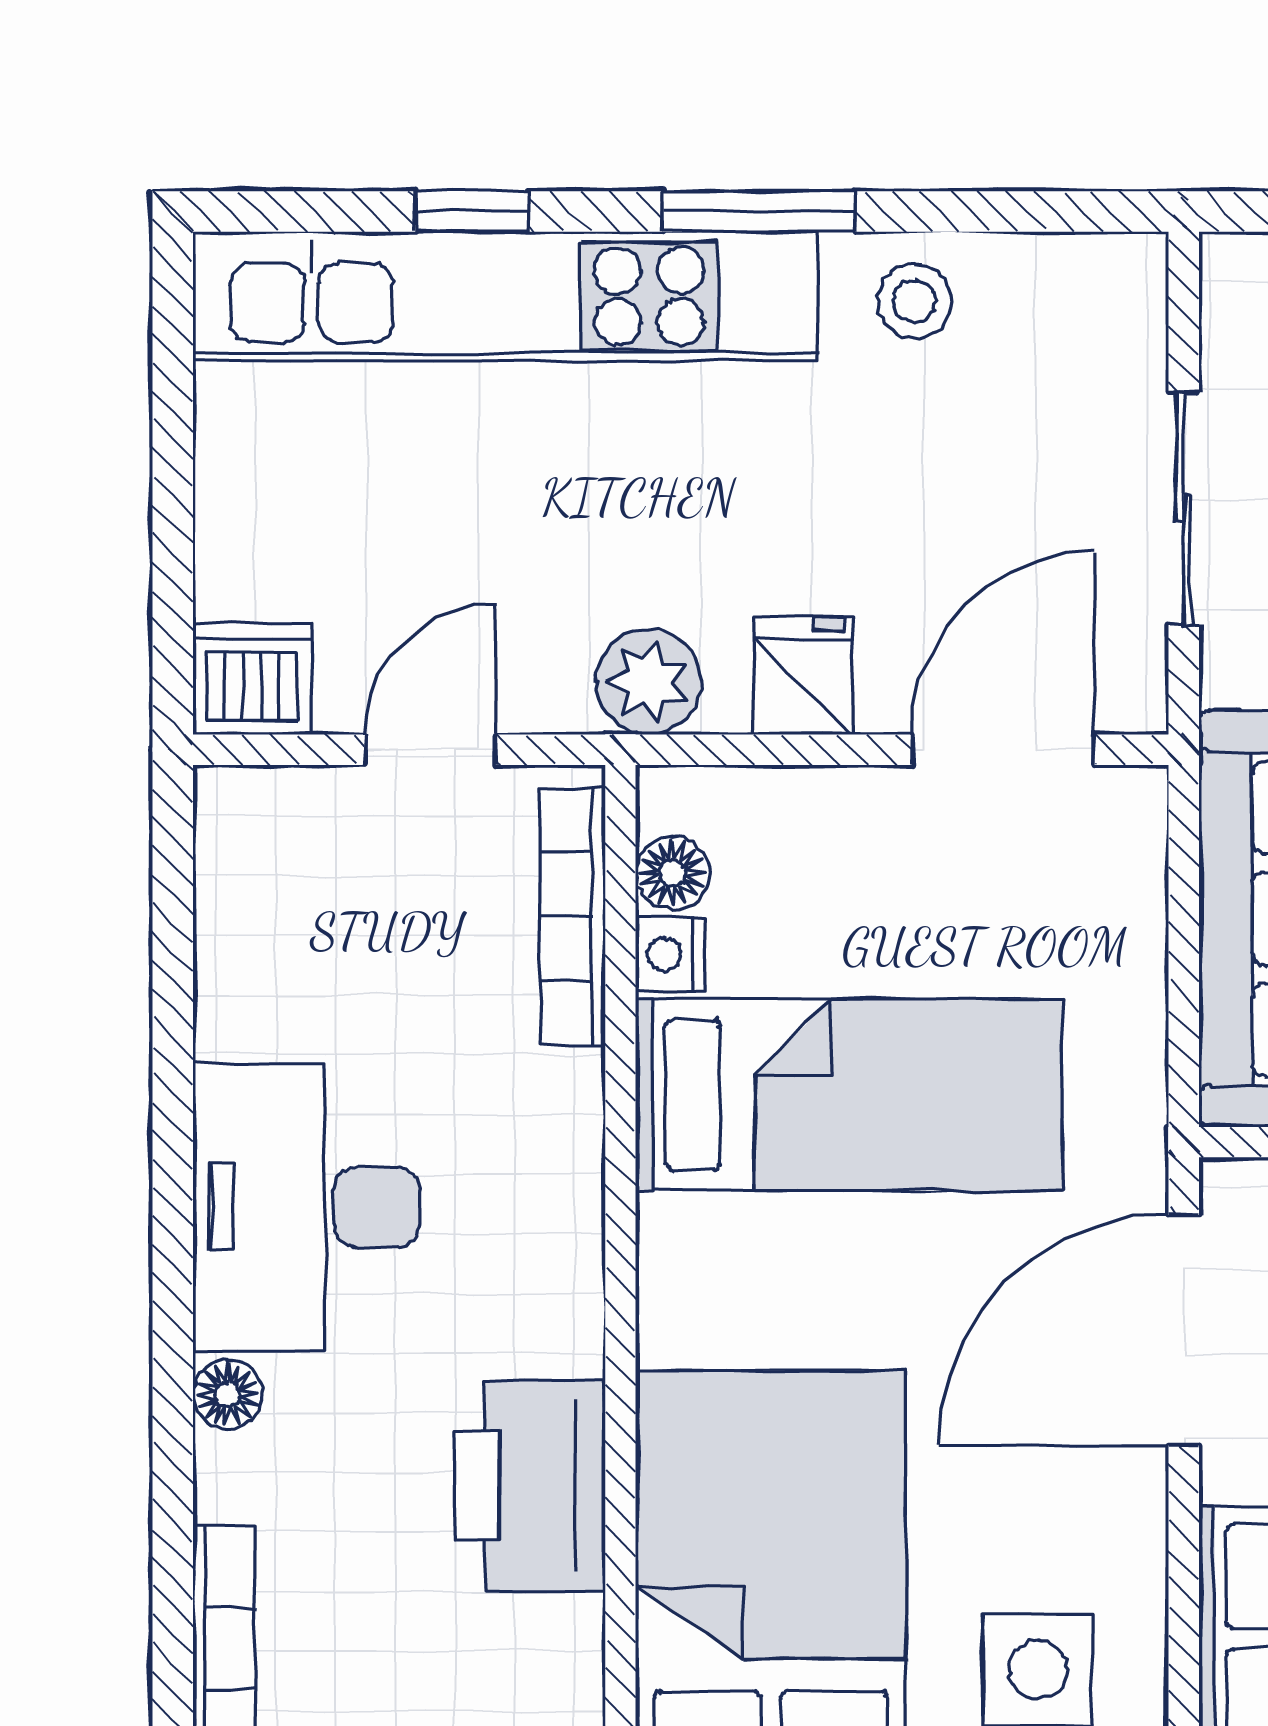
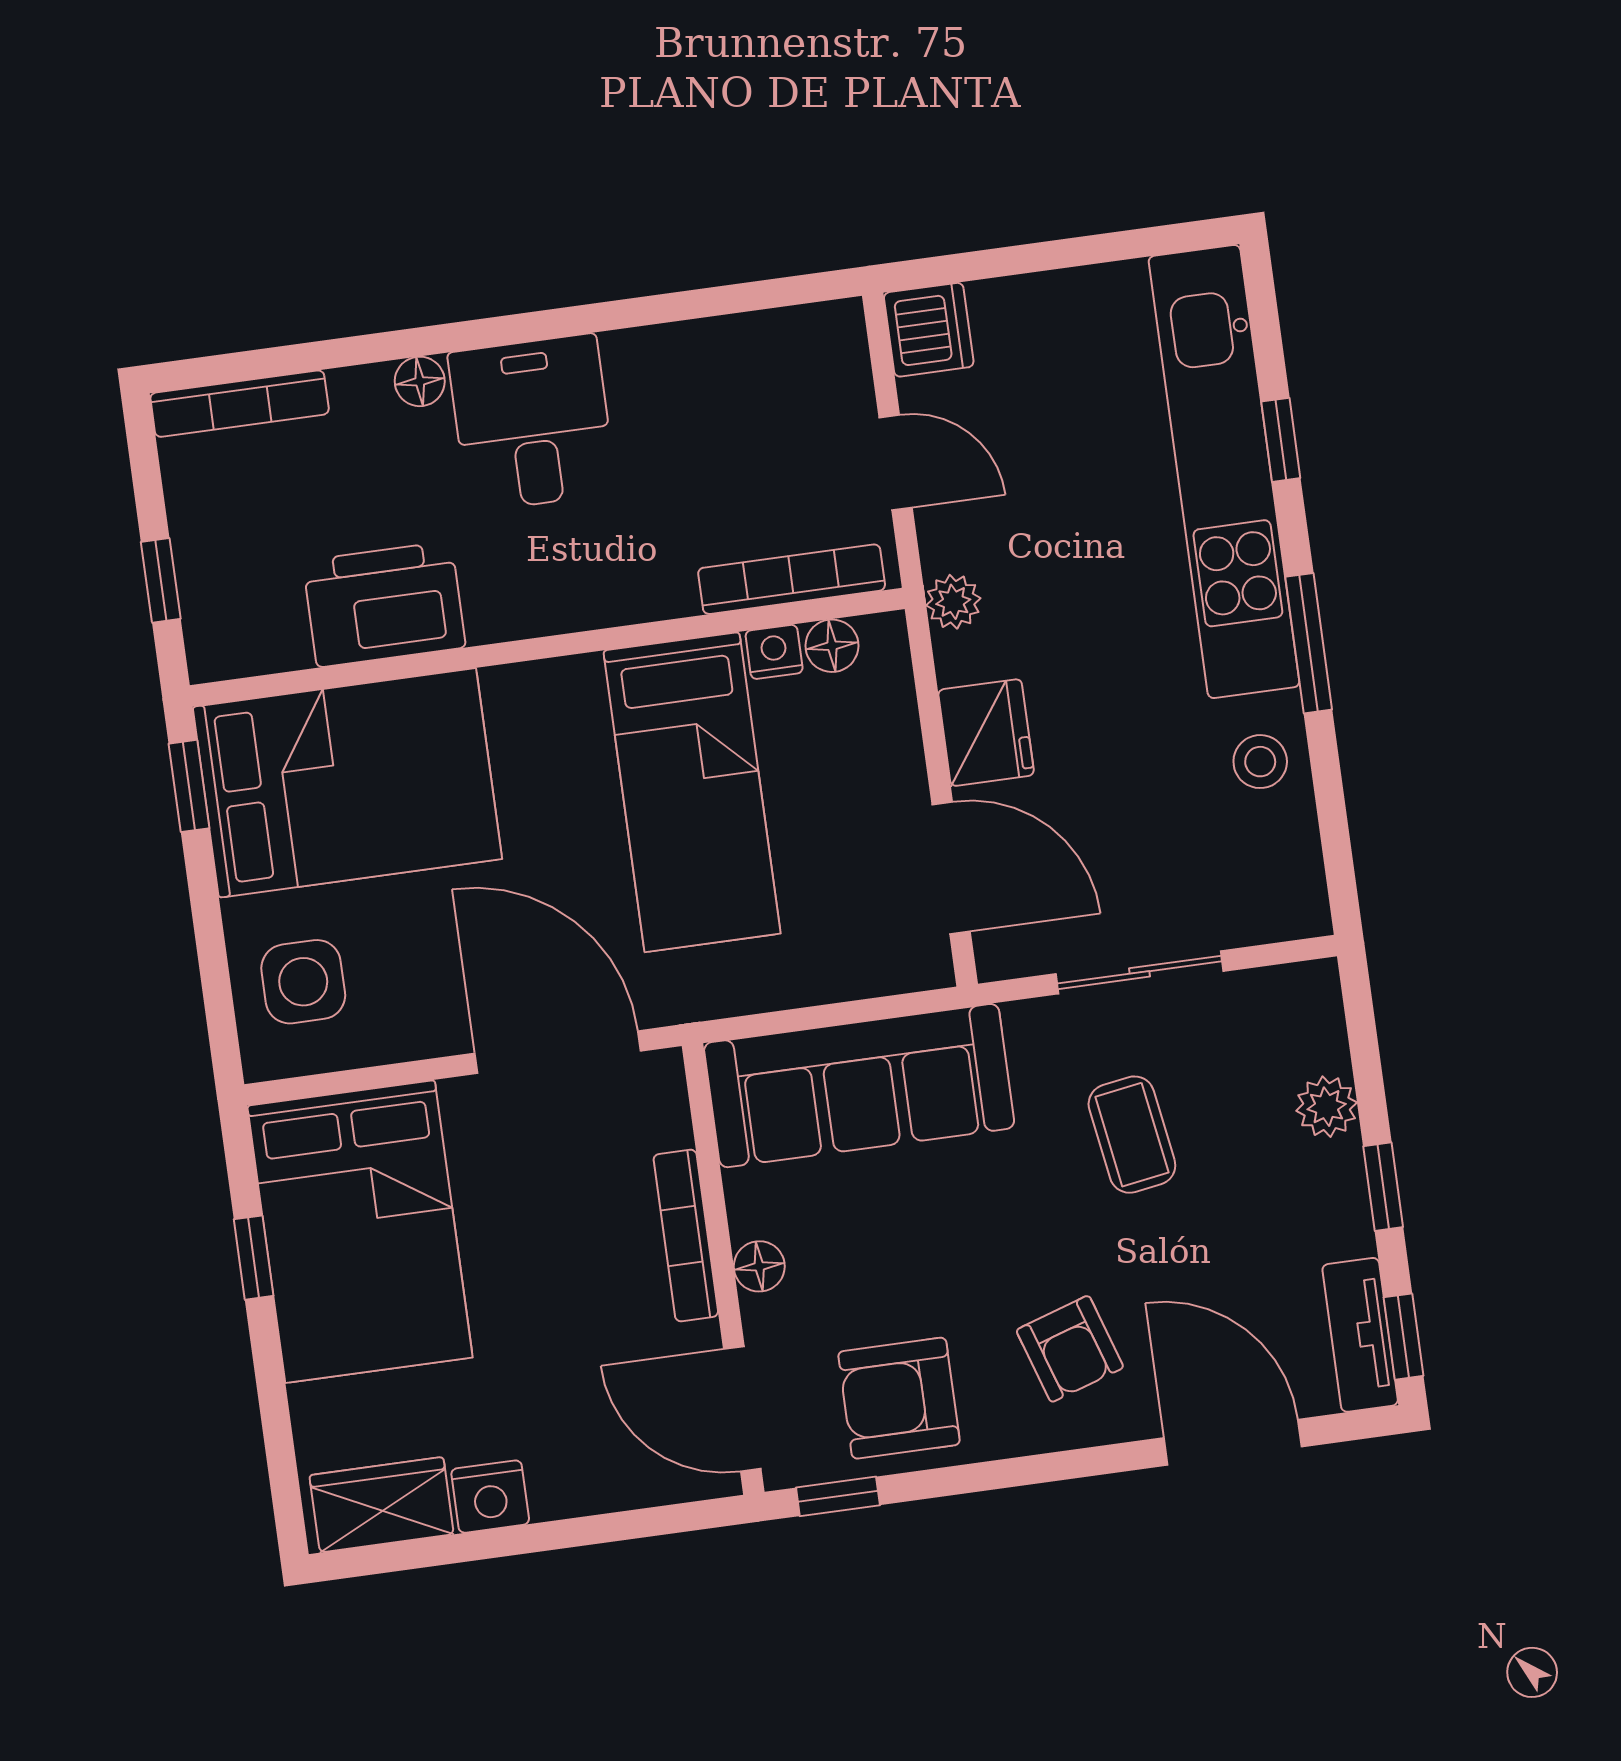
fridge: (803, 676) -> (986, 733), width x1.38
plant: (649, 682) -> (953, 602), width x0.73, depth x0.73
desk: (306, 1207) -> (532, 423), width x0.73

